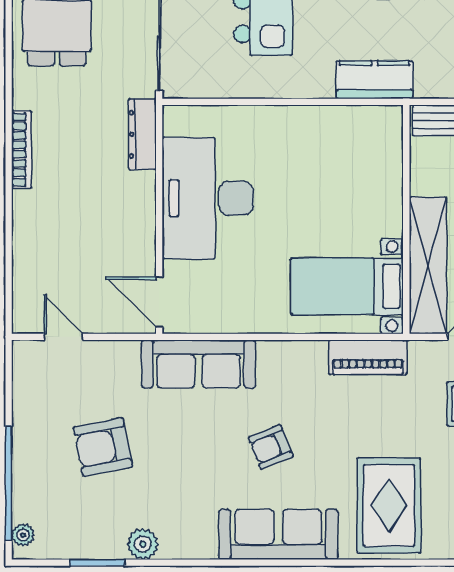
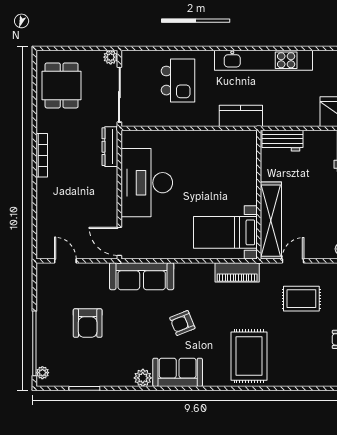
armchair: (103, 447) -> (88, 323), turned -79
sofa: (278, 534) -> (178, 372), width x0.73
plant: (143, 544) -> (143, 378), moved

